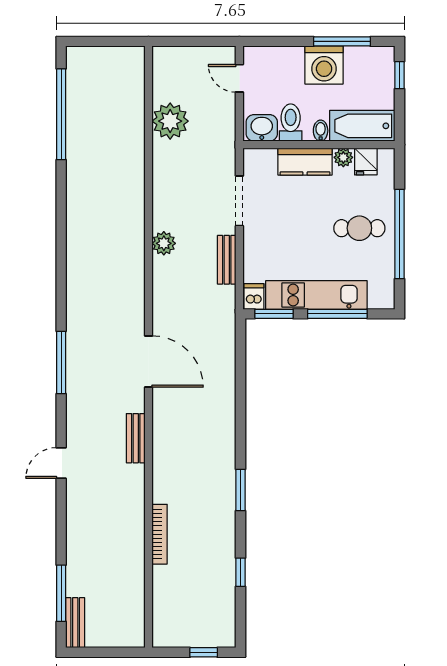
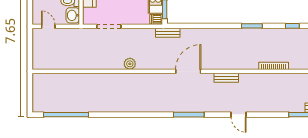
door: (239, 78) -> (48, 26), swing flipped
plant: (170, 121) -> (69, 61), removed
bench: (227, 260) -> (168, 33), moved

